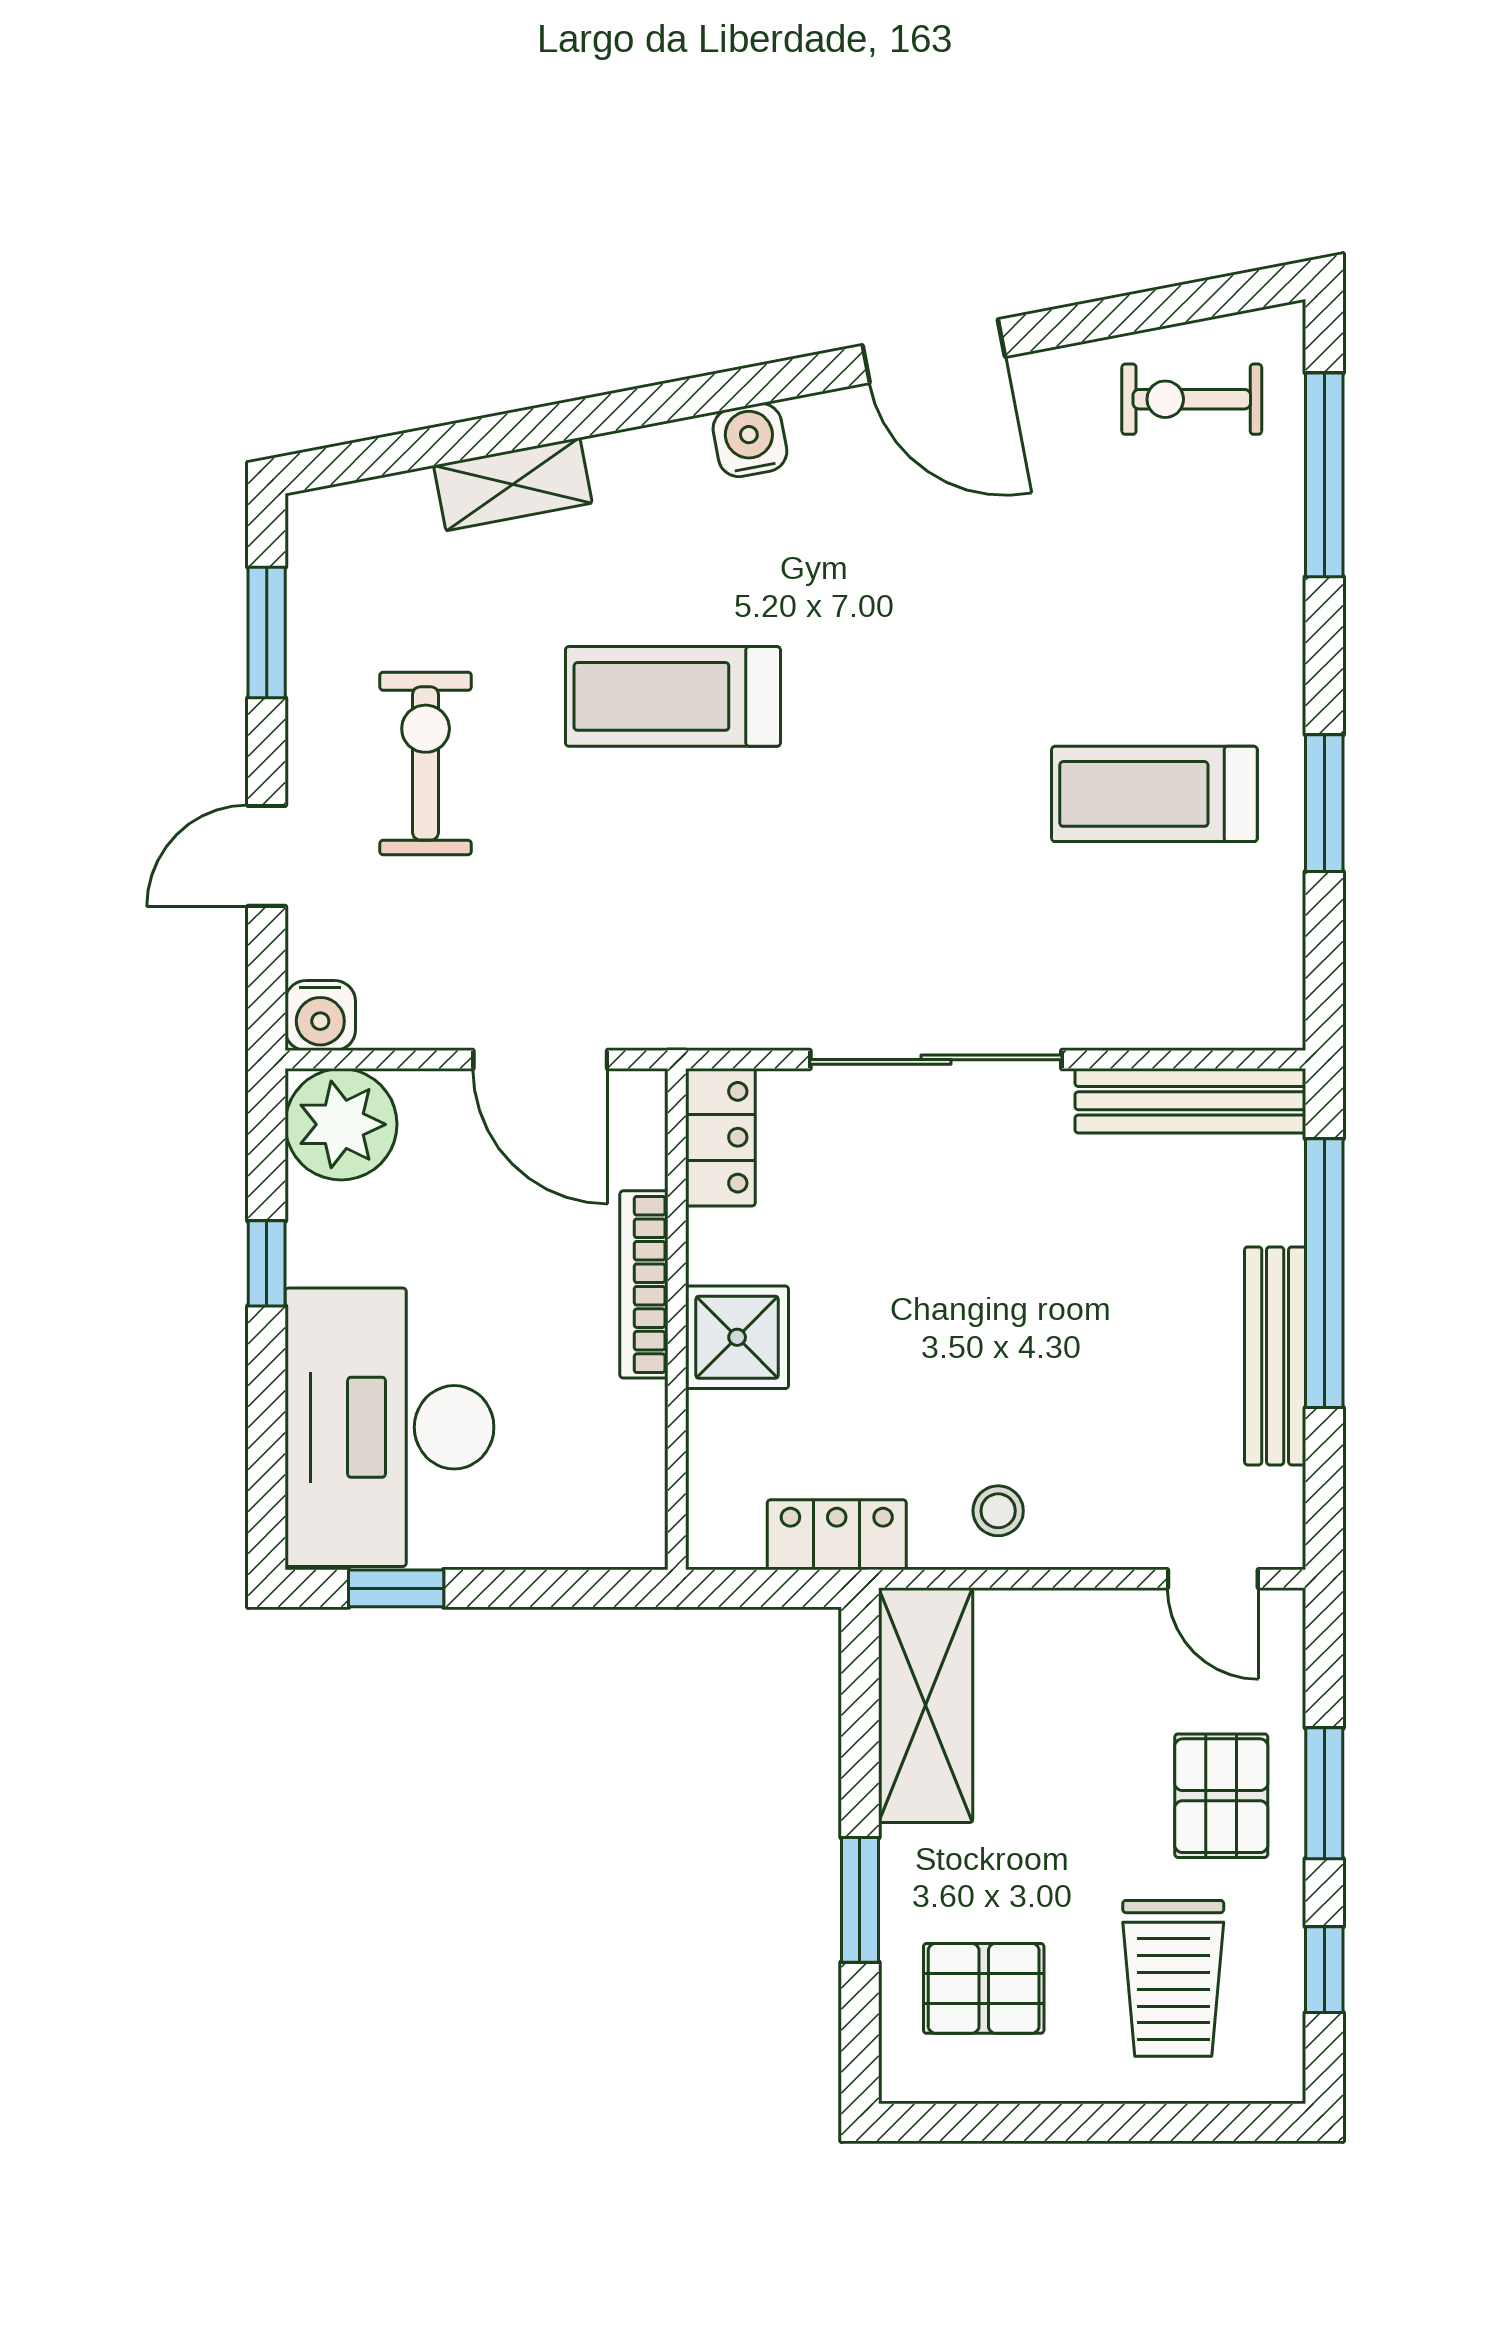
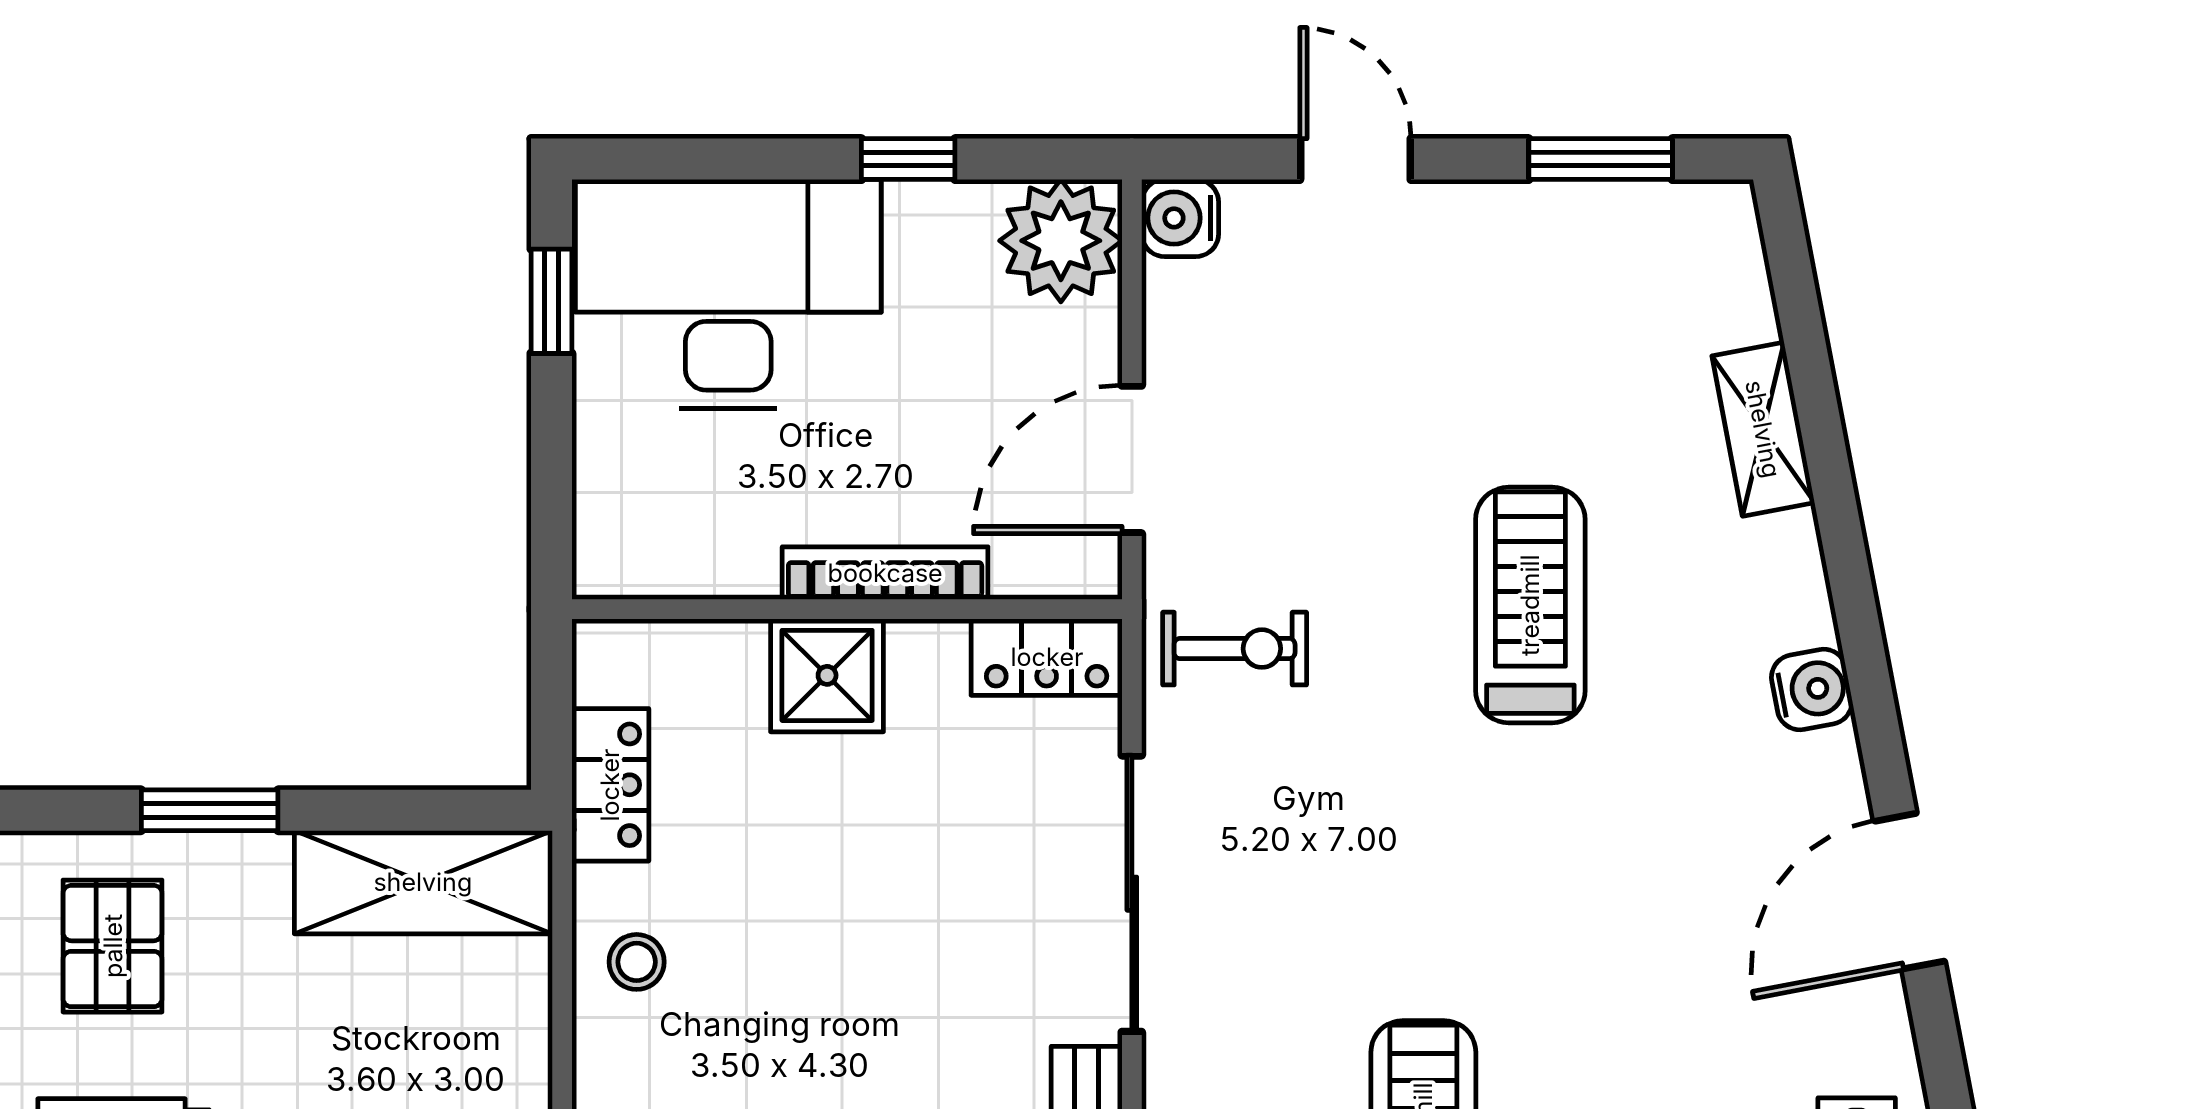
exercise bike: (426, 763) -> (1235, 649), moved, width x0.73, depth x0.72

